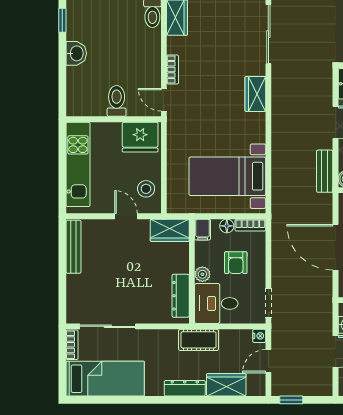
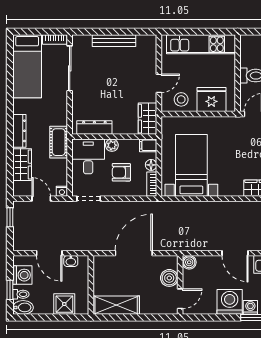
fridge: (140, 137) -> (211, 100), moved, turned 90
bench: (325, 171) -> (195, 244), removed
bench: (73, 247) -> (114, 41), moved

